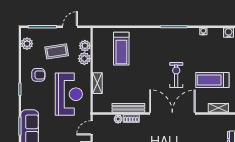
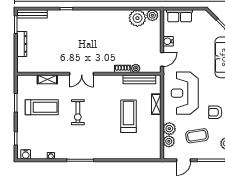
treadmill: (121, 49) -> (128, 116), moved
bench: (128, 108) -> (139, 79), moved
shelving: (218, 108) -> (47, 79), moved
double door: (172, 114) -> (82, 74), width x0.54

